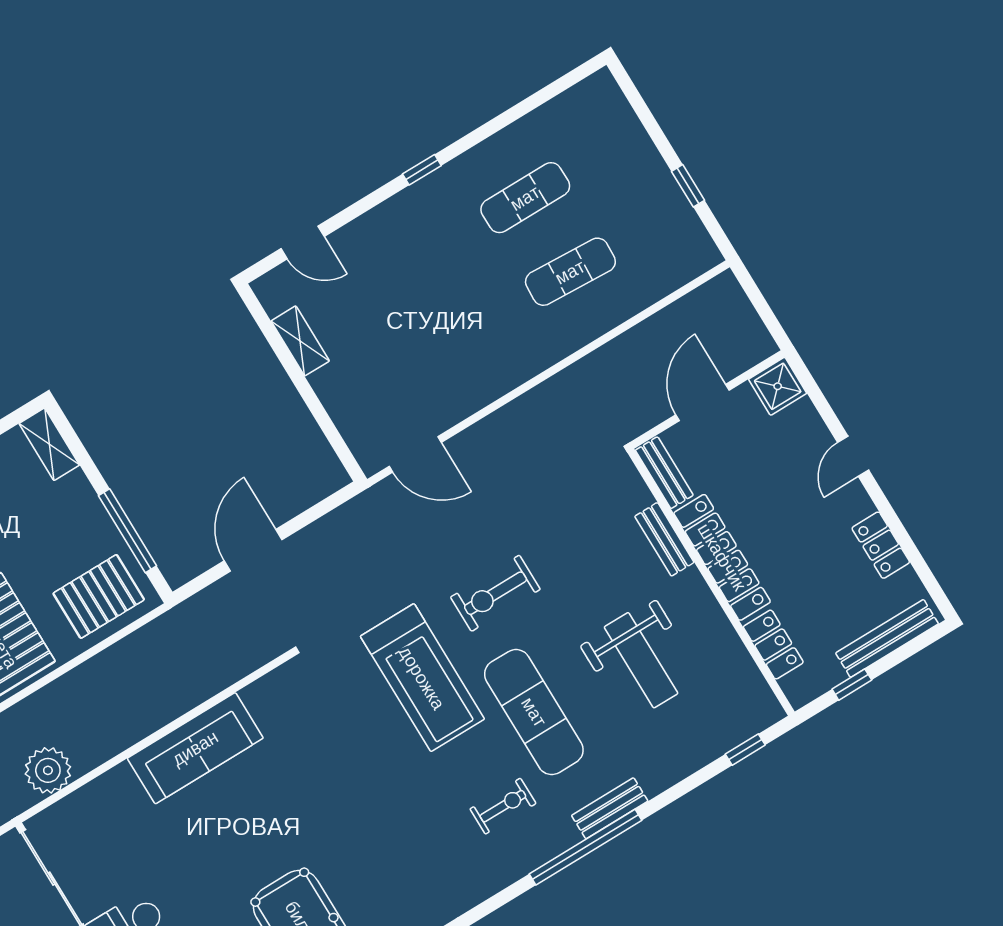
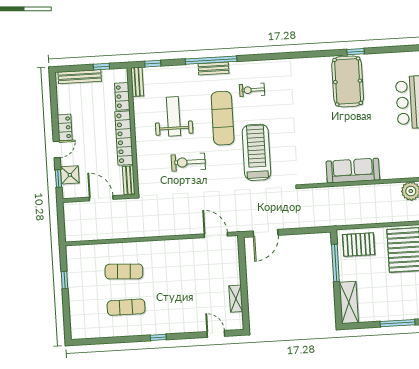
shower: (778, 386) -> (70, 175), moved
window: (816, 396) -> (58, 178), added
door: (702, 402) -> (101, 198), swing flipped
shelving: (49, 444) -> (349, 302), width x1.50, depth x1.33
bench: (664, 539) -> (137, 82), moved
locker: (881, 545) -> (65, 127), moved
door: (253, 550) -> (266, 233), moved
exercise bike: (495, 593) -> (188, 162), moved, turned 180
window: (586, 847) -> (211, 60), moved

